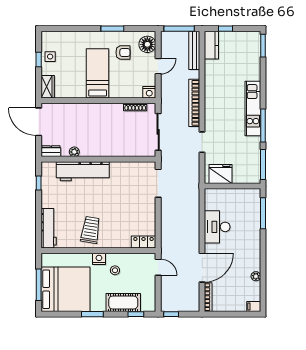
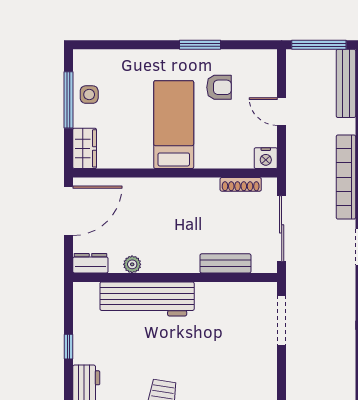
floor lamp: (147, 44) -> (262, 73), removed
window: (39, 60) -> (69, 100), width x2.17
door: (158, 66) -> (282, 112), swing flipped
door: (39, 122) -> (69, 211), swing flipped
bench: (127, 151) -> (225, 263), added
window: (39, 183) -> (69, 347), moved

